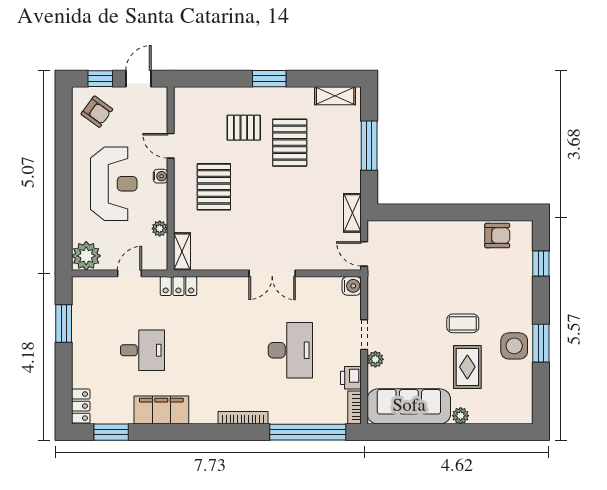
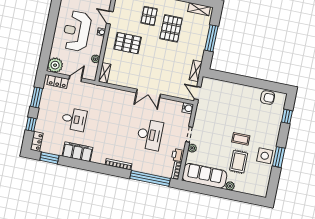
pallet: (244, 128) -> (149, 16), turned 90
reception desk: (114, 184) -> (77, 31), turned 180
pallet: (214, 187) -> (128, 43), turned 90
locker: (178, 286) -> (58, 82), moved
window: (64, 376) -> (31, 124), added

